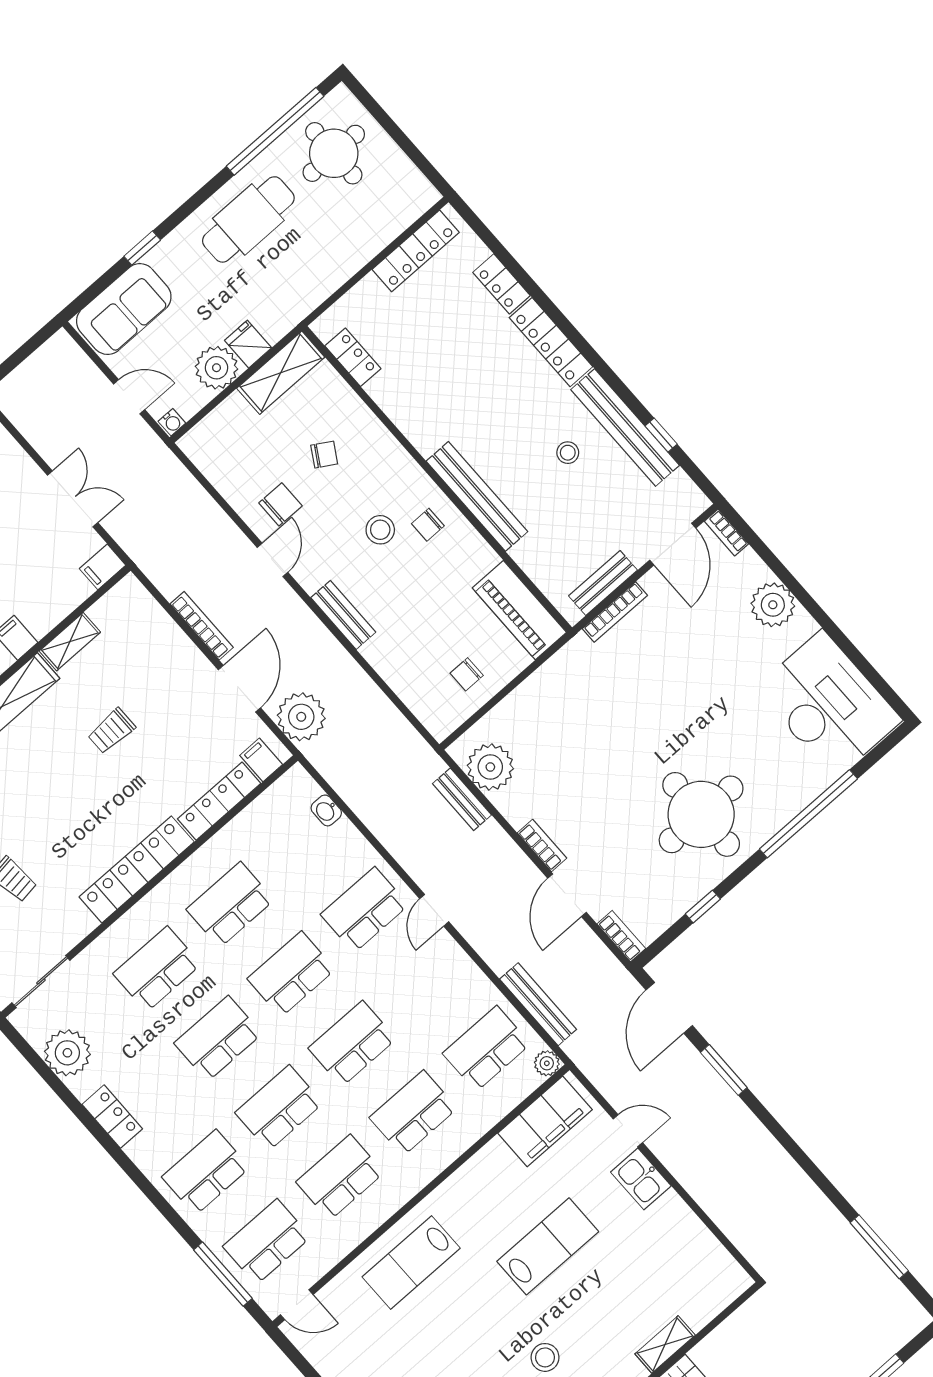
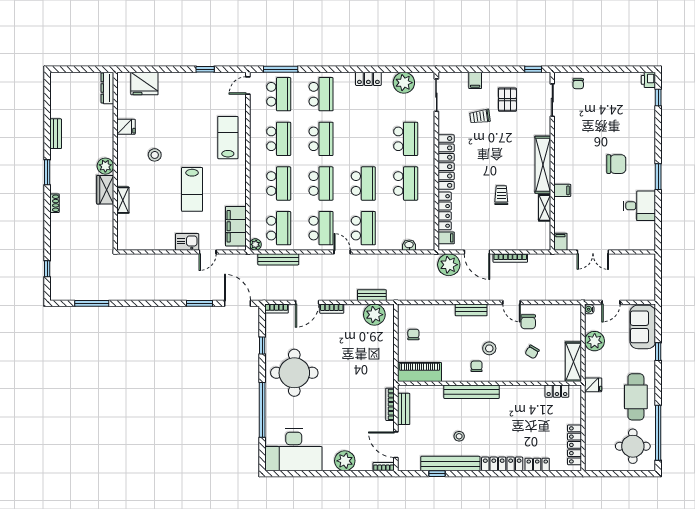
fridge: (248, 344) -> (593, 385), moved
door: (567, 895) -> (307, 302), swing flipped
school desk: (218, 1038) -> (321, 228), moved

